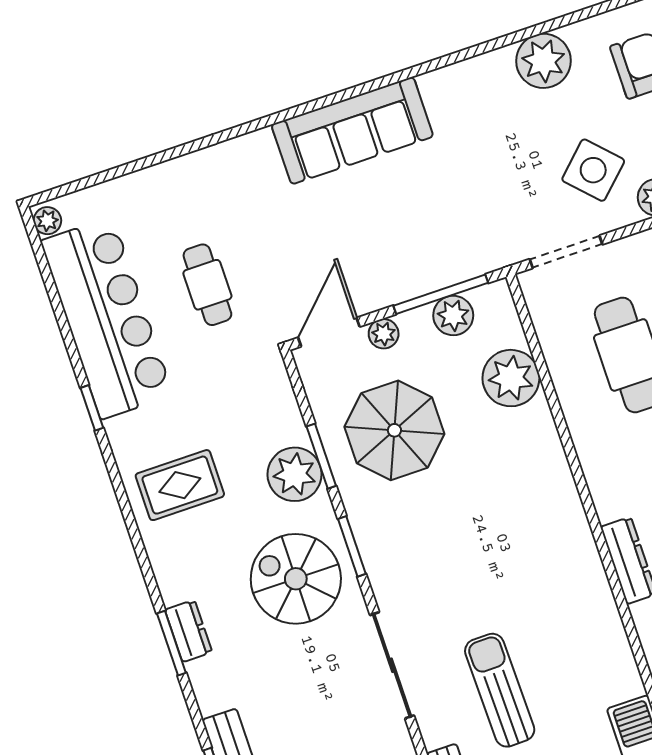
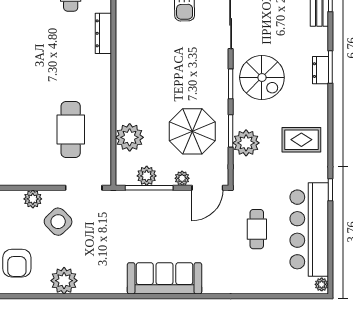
plant: (295, 474) -> (246, 143), moved

